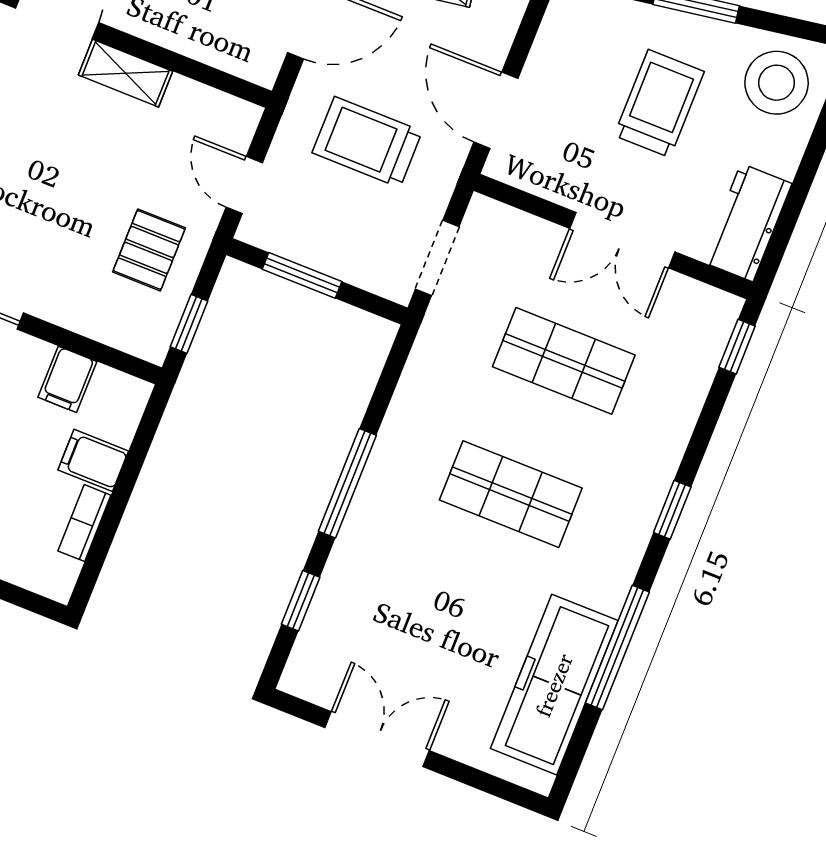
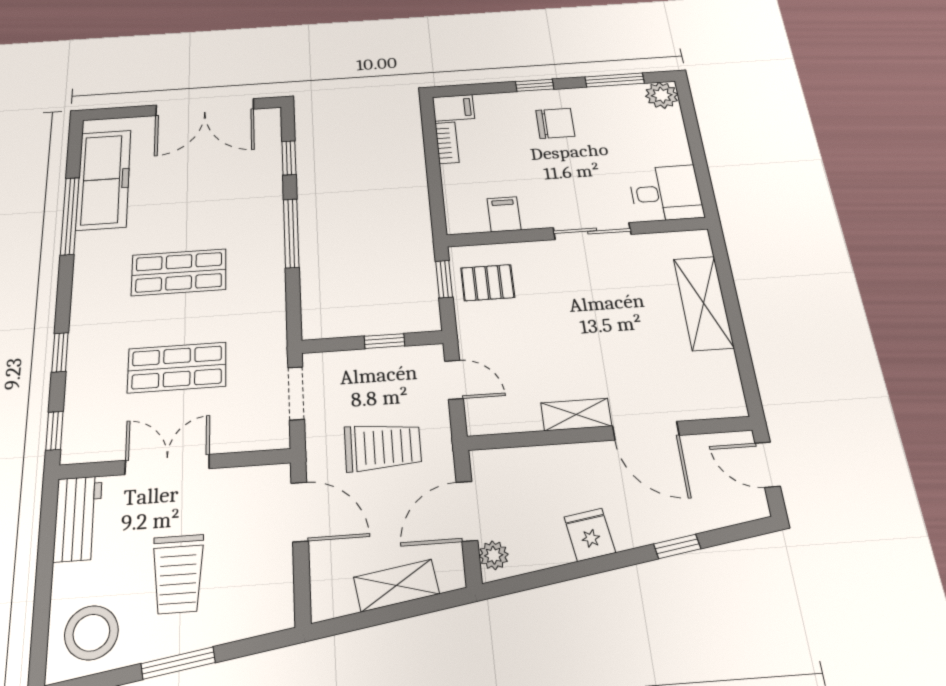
pallet: (149, 250) -> (488, 283), moved, turned 90
window: (302, 275) -> (384, 341), width x0.67
filing cabinet: (93, 460) -> (453, 108), moved
window: (672, 510) -> (60, 352), moved
double door: (377, 739) -> (205, 107), width x1.37

